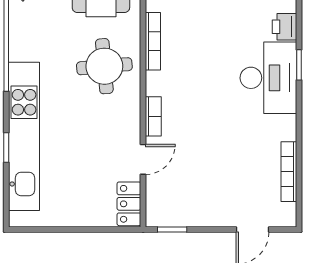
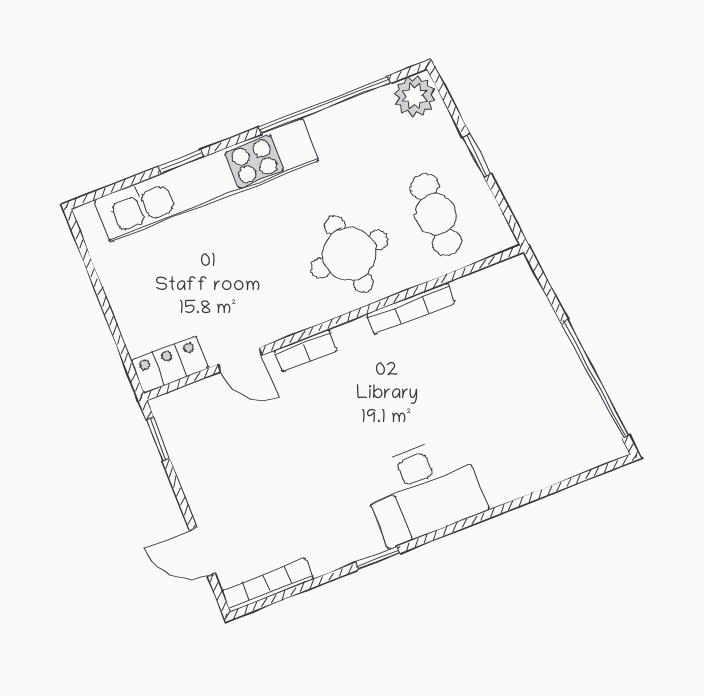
printer: (284, 27) -> (504, 485), removed
window: (299, 65) -> (377, 558), moved
bookcase: (289, 172) -> (268, 585), moved

